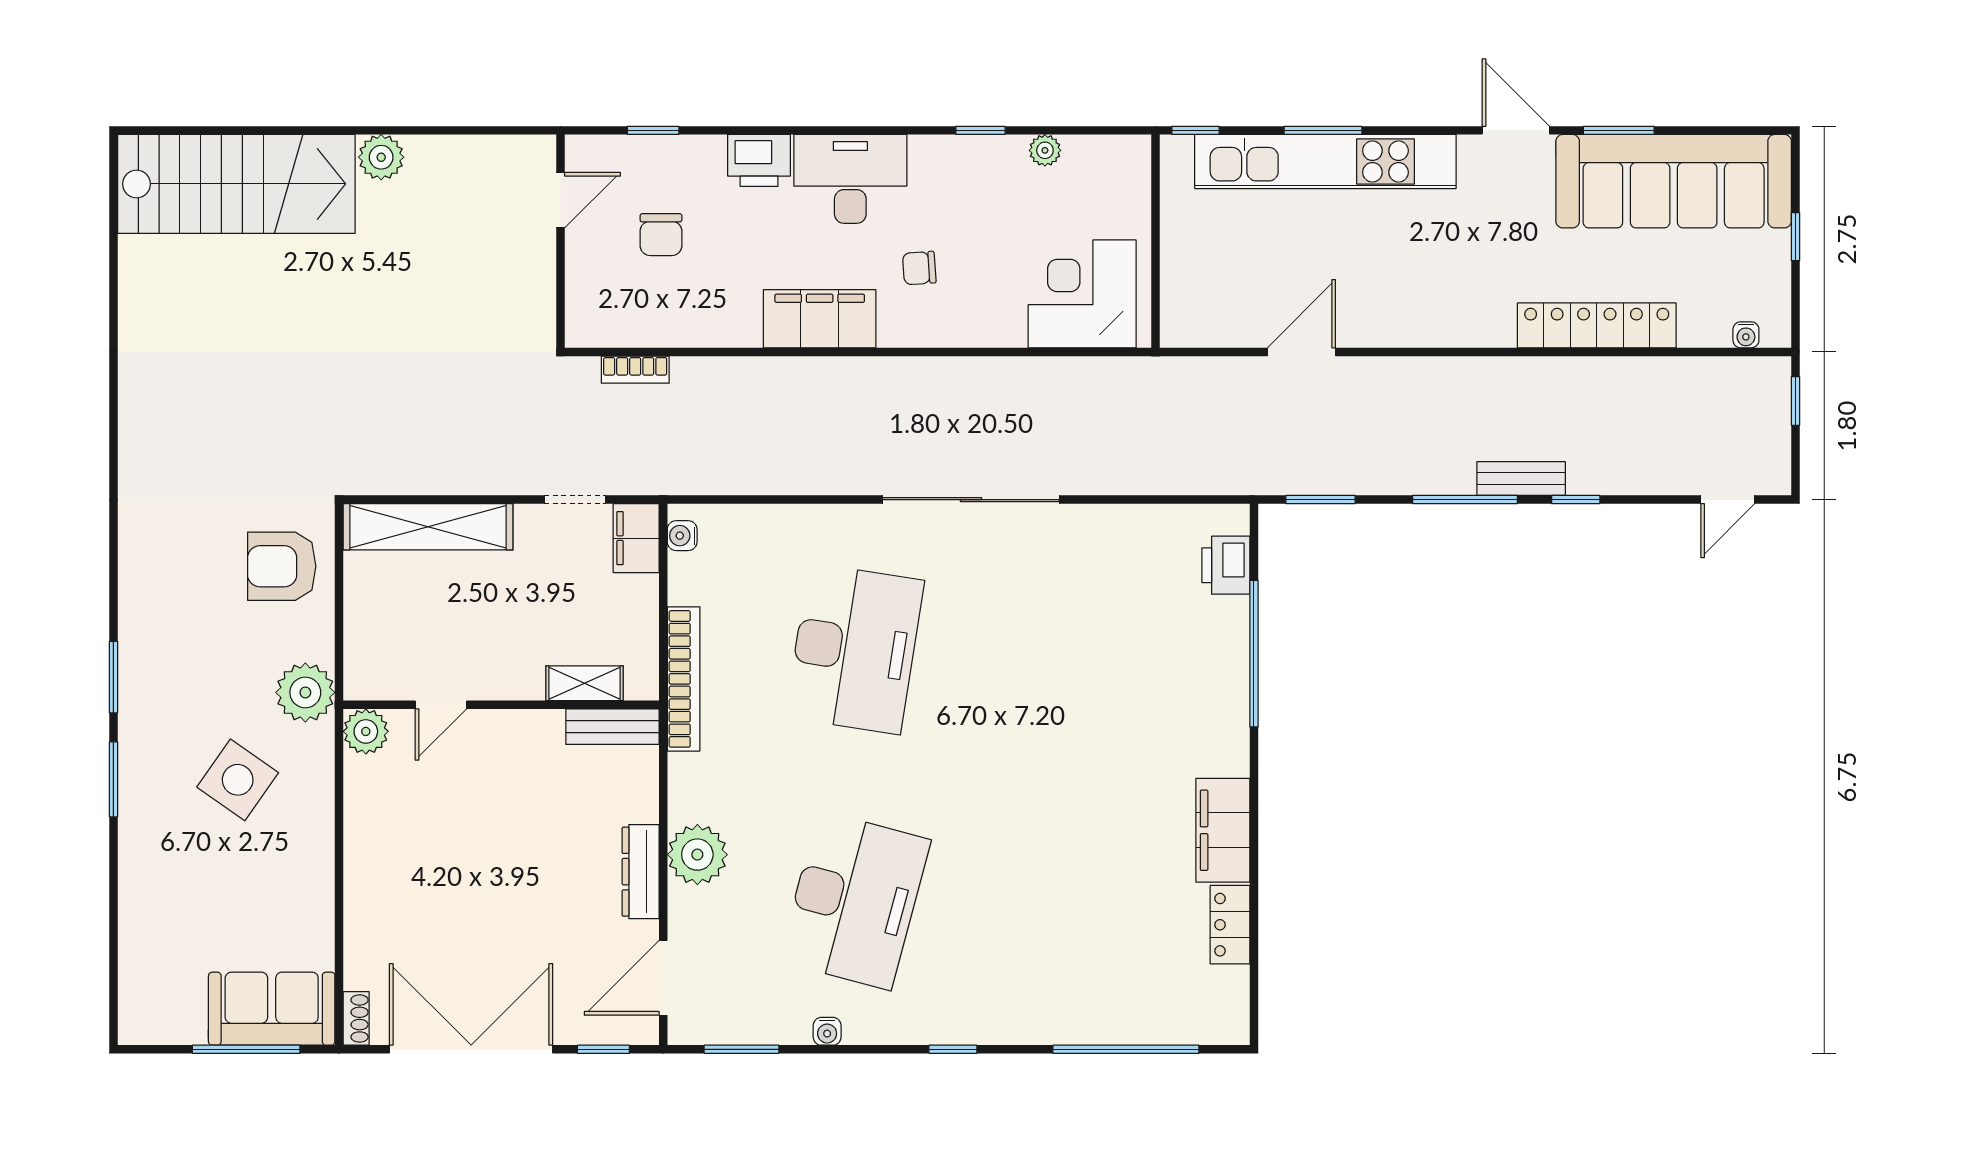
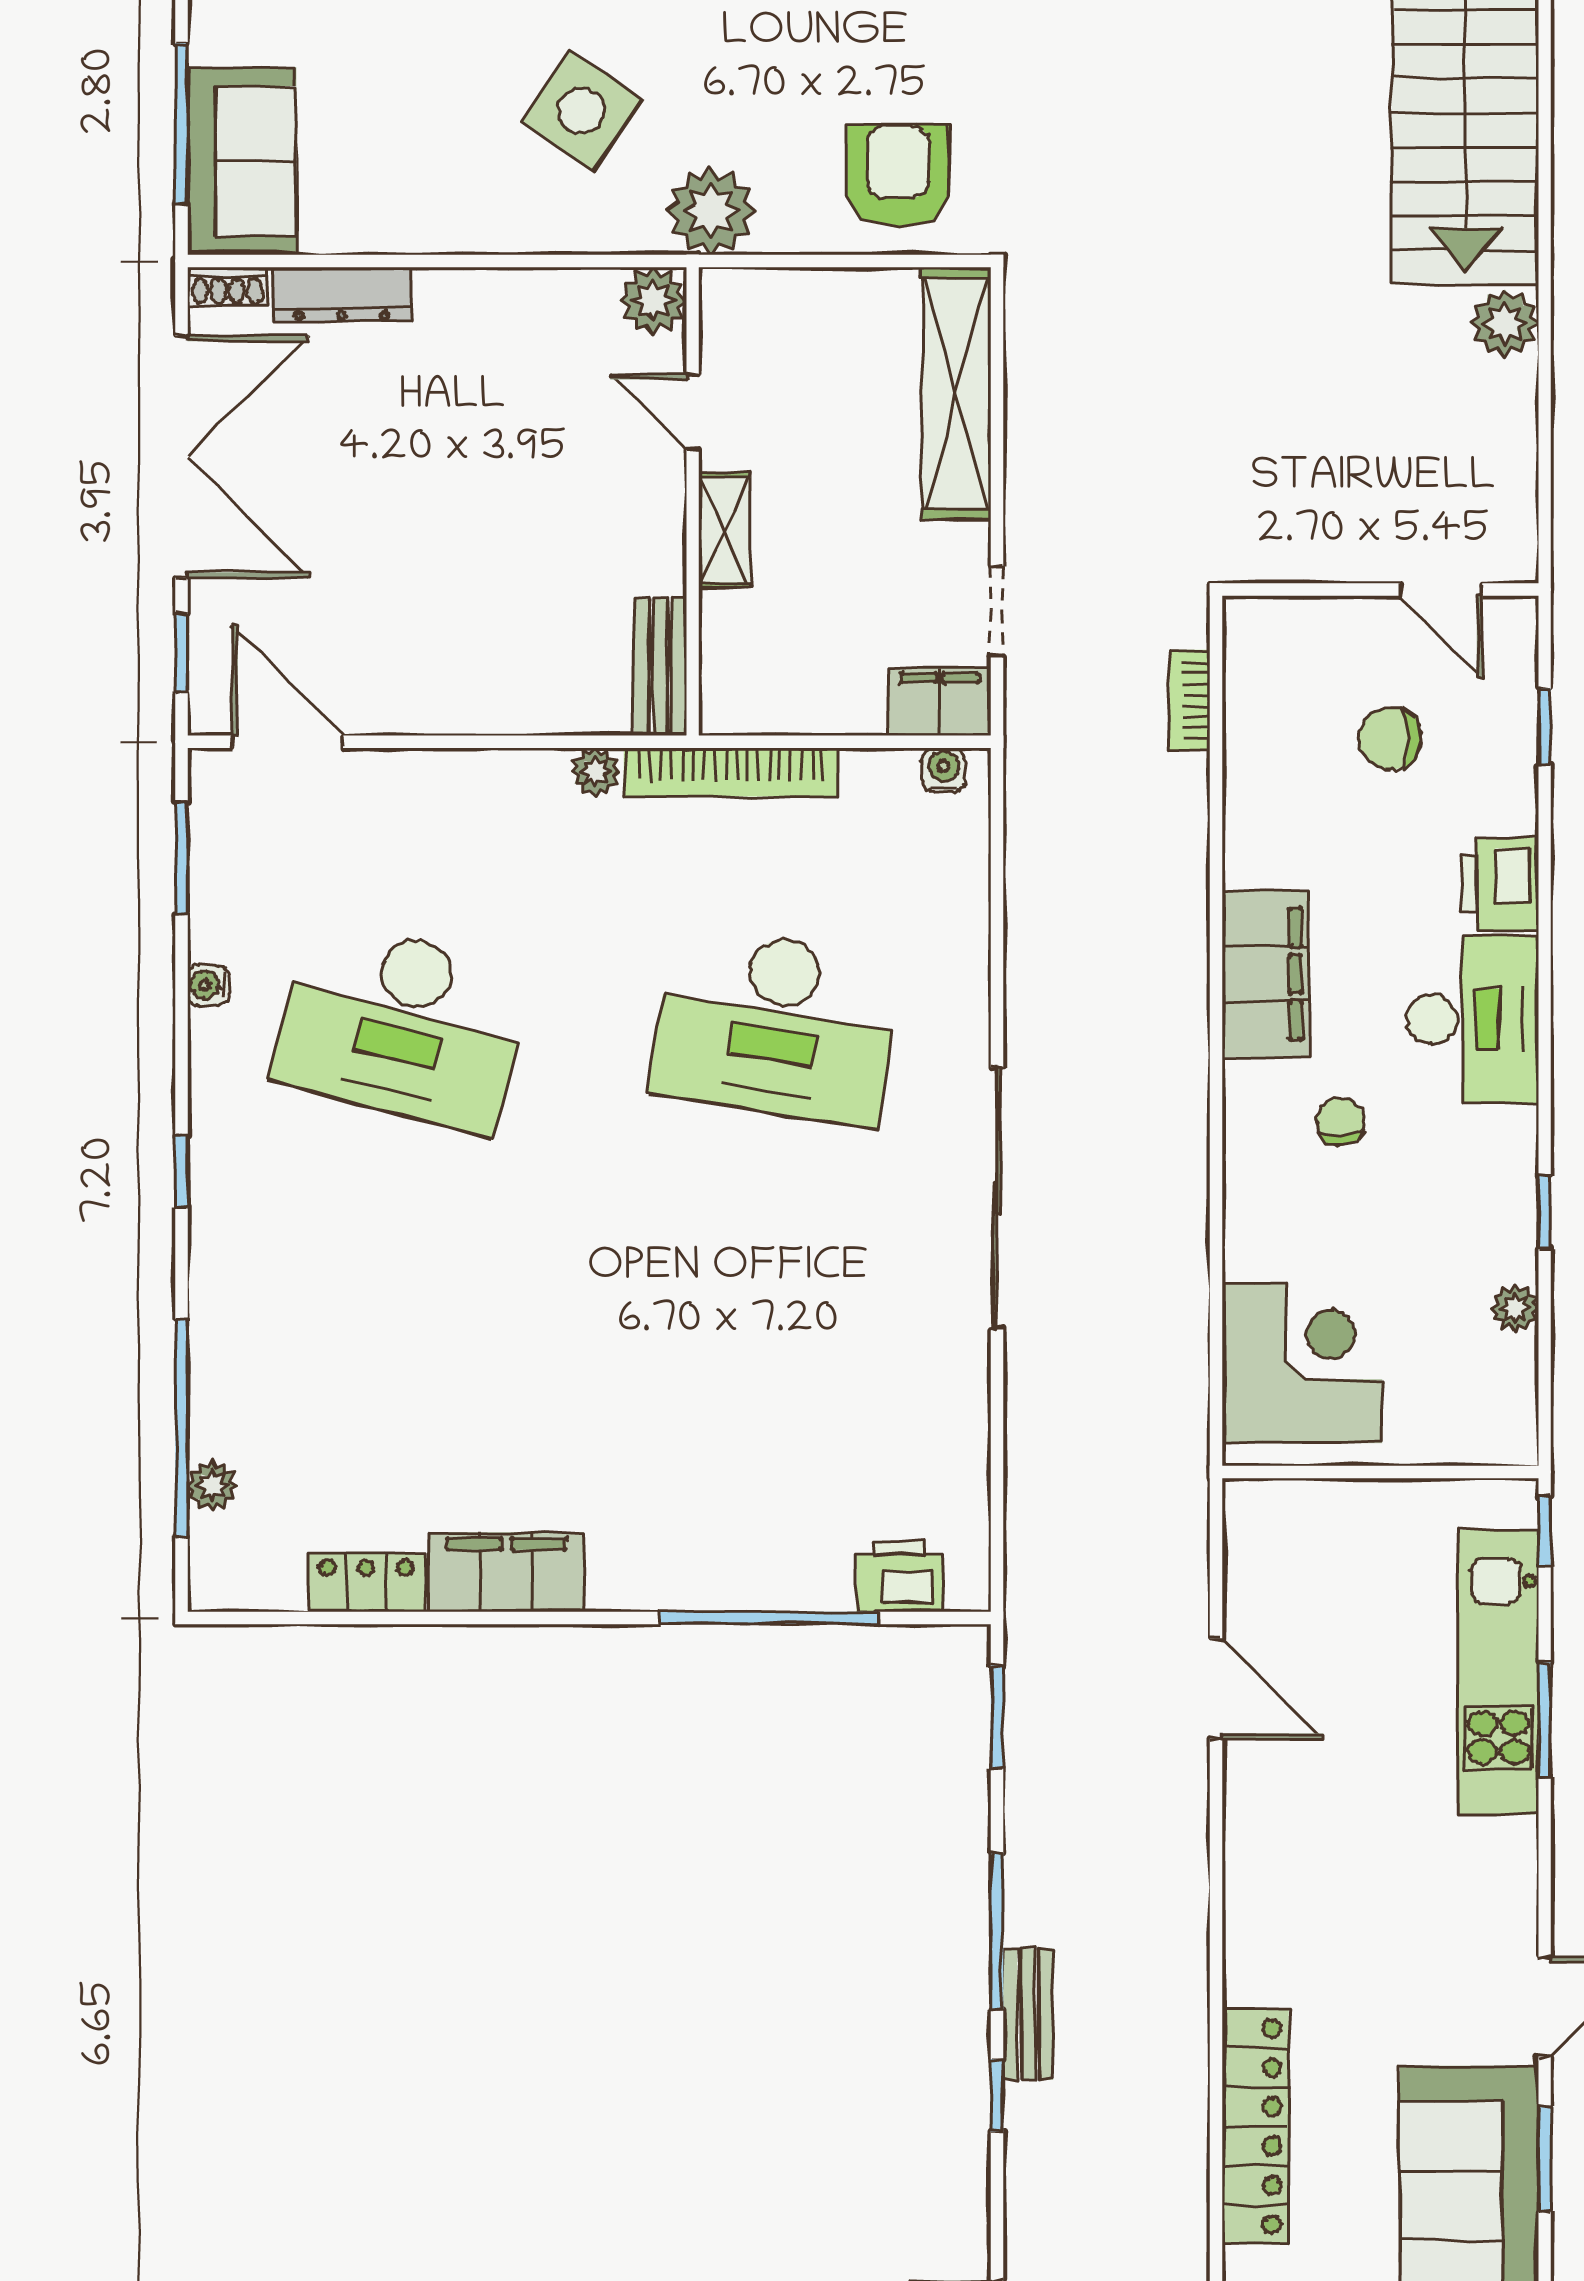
kitchen unit: (1325, 162) -> (1498, 1672), width x0.73
shelving: (585, 683) -> (725, 530), moved
plant: (697, 855) -> (595, 772), moved, width x0.53, depth x0.53
dresser: (641, 872) -> (342, 294), moved, turned 180
plant: (1165, 1029) -> (212, 1486), added

